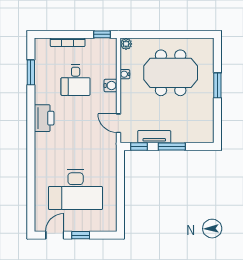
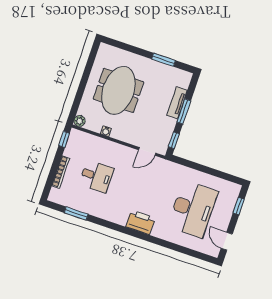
window: (217, 85) -> (164, 60), moved
water cooler: (111, 86) -> (112, 147), removed
printer: (44, 118) -> (140, 222), moved
tv unit: (154, 137) -> (177, 103), moved
window: (81, 235) -> (239, 206), moved

